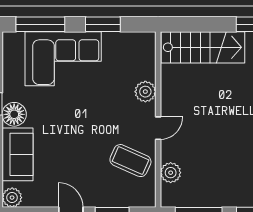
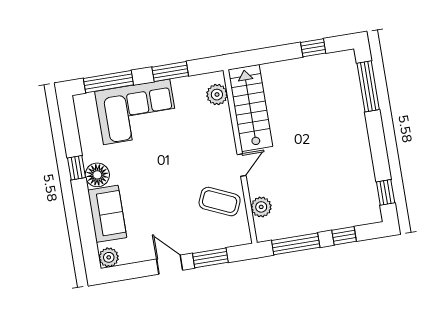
stairs: (203, 47) -> (250, 108), moved, turned -90
plant: (145, 92) -> (217, 95), moved

